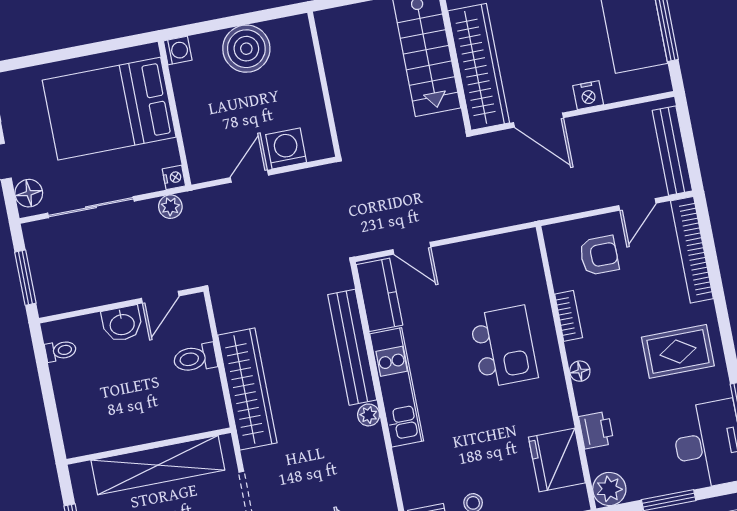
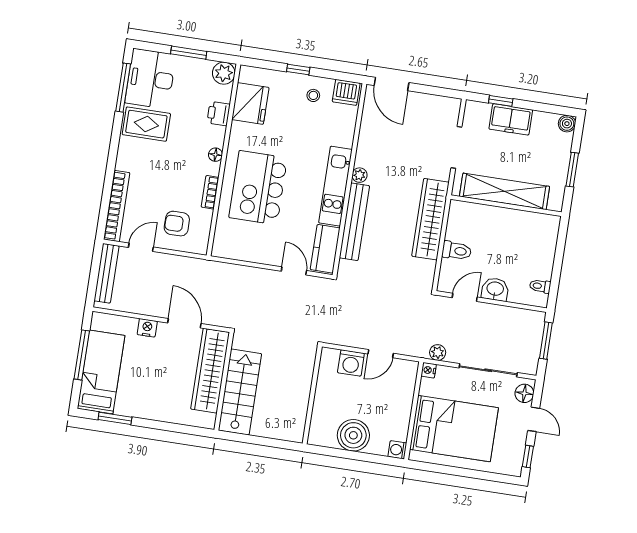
kitchen island: (504, 347) -> (258, 188), width x1.37, depth x1.28
rug: (678, 351) -> (146, 124), moved

